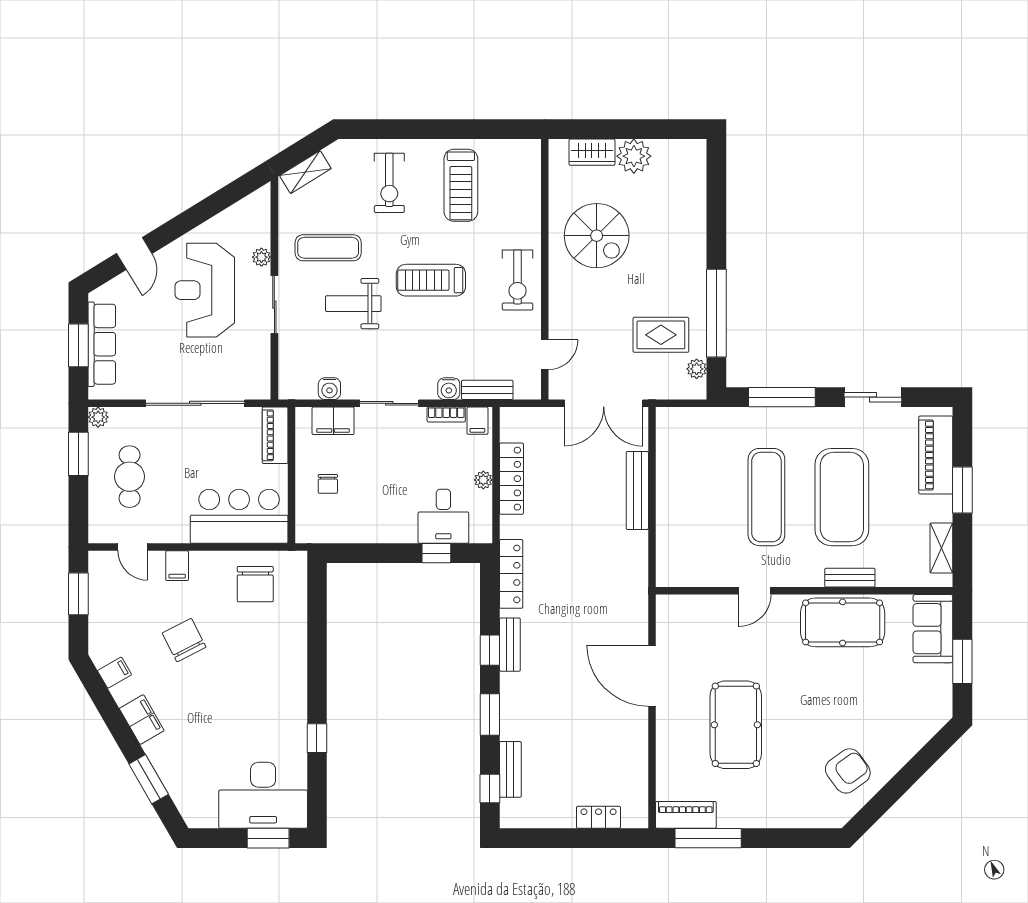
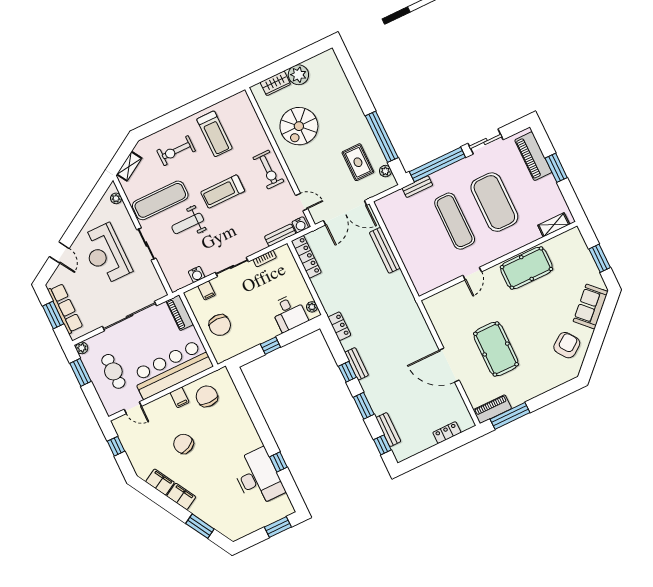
exercise bike: (389, 183) -> (176, 151), turned 90
spiral stairs: (597, 236) -> (299, 126), turned 90
exercise mat: (328, 248) -> (160, 200), width x1.36, depth x1.45
plant: (261, 257) -> (116, 198), moved
rug: (661, 335) -> (358, 162), turned 90
door: (545, 355) -> (302, 202), hinge flipped
water cooler: (449, 389) -> (300, 225), moved
window: (782, 397) -> (437, 165), width x1.46
filing cabinet: (333, 421) -> (207, 290), width x0.50
filing cabinet: (477, 421) -> (283, 254), removed
locker: (511, 479) -> (306, 257), moved
plant: (483, 480) -> (312, 307), moved
chair: (328, 484) -> (220, 325), width x1.87, depth x1.87
bar counter: (239, 516) -> (172, 369), width x1.36
shelving: (941, 548) -> (554, 225), moved, turned 90
window: (436, 553) -> (270, 346), moved
filing cabinet: (177, 566) -> (180, 397), moved
locker: (511, 574) -> (339, 326), width x0.66
bench: (850, 578) -> (417, 187), moved
chair: (255, 584) -> (207, 396), turned 180
window: (78, 594) -> (116, 446), width x0.67
sofa: (933, 629) -> (591, 306), moved, turned 45
filing cabinet: (115, 673) -> (160, 482), width x2.00
door: (652, 676) -> (449, 365), moved
desk: (263, 795) -> (258, 477), moved, turned -90

